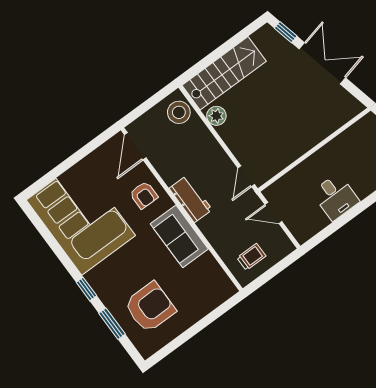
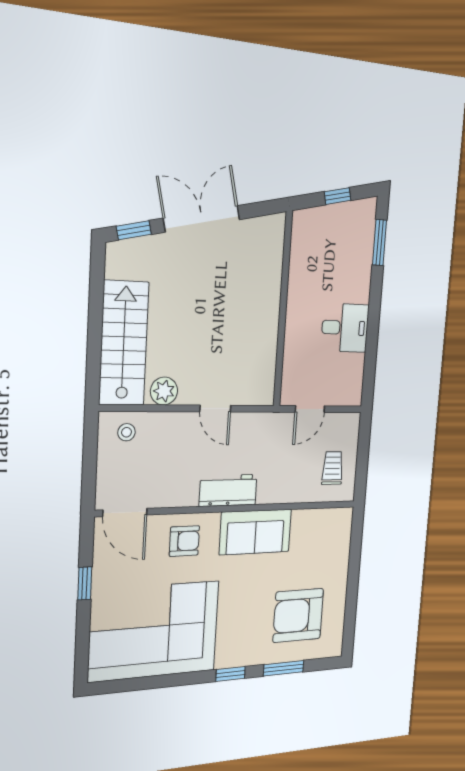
stool: (179, 112) -> (127, 432), width x0.53, depth x0.53
window: (81, 154) -> (85, 583), added
door: (246, 176) -> (215, 409), moved
armchair: (150, 307) -> (298, 615), turned -90

